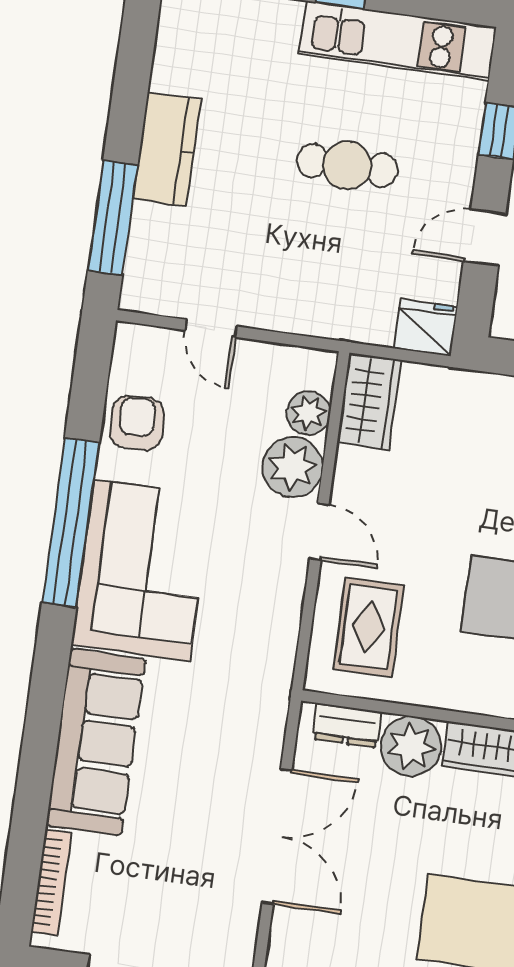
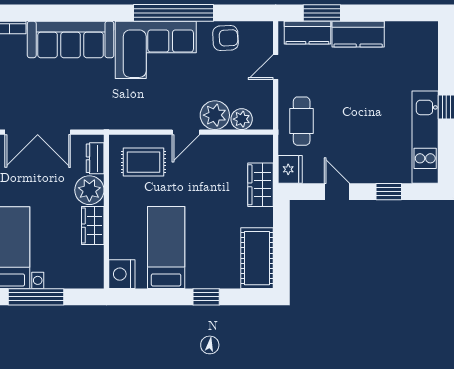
cafe table: (347, 165) -> (302, 121), moved
window: (113, 218) -> (322, 13), width x0.69
kitchen counter: (149, 253) -> (307, 33), added
wardrobe: (369, 401) -> (260, 185), moved, turned 90

